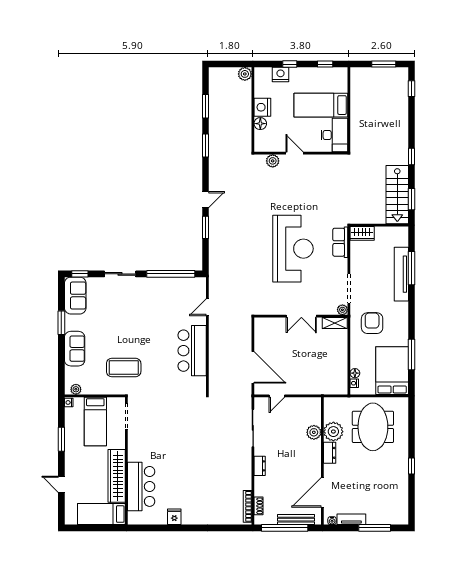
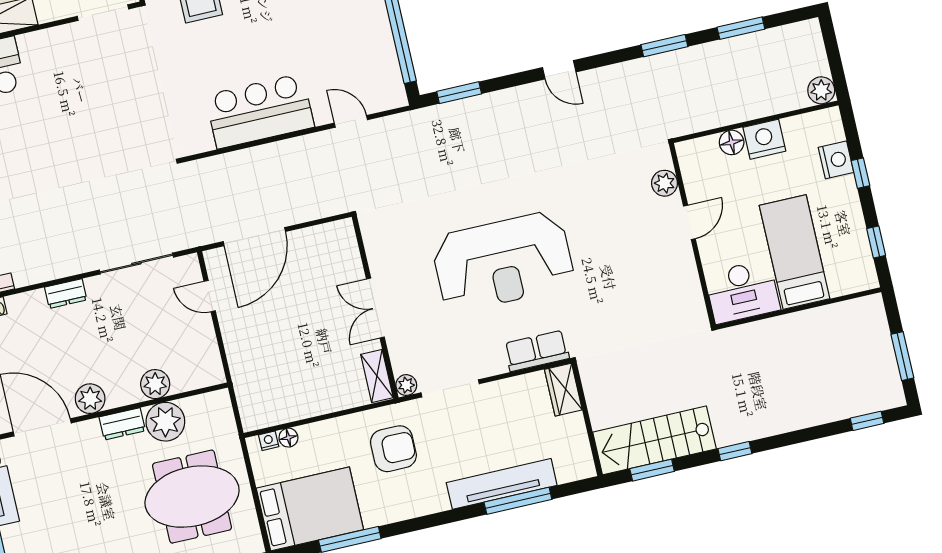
window: (205, 227) -> (459, 93), moved
plant: (314, 466) -> (90, 399), added

